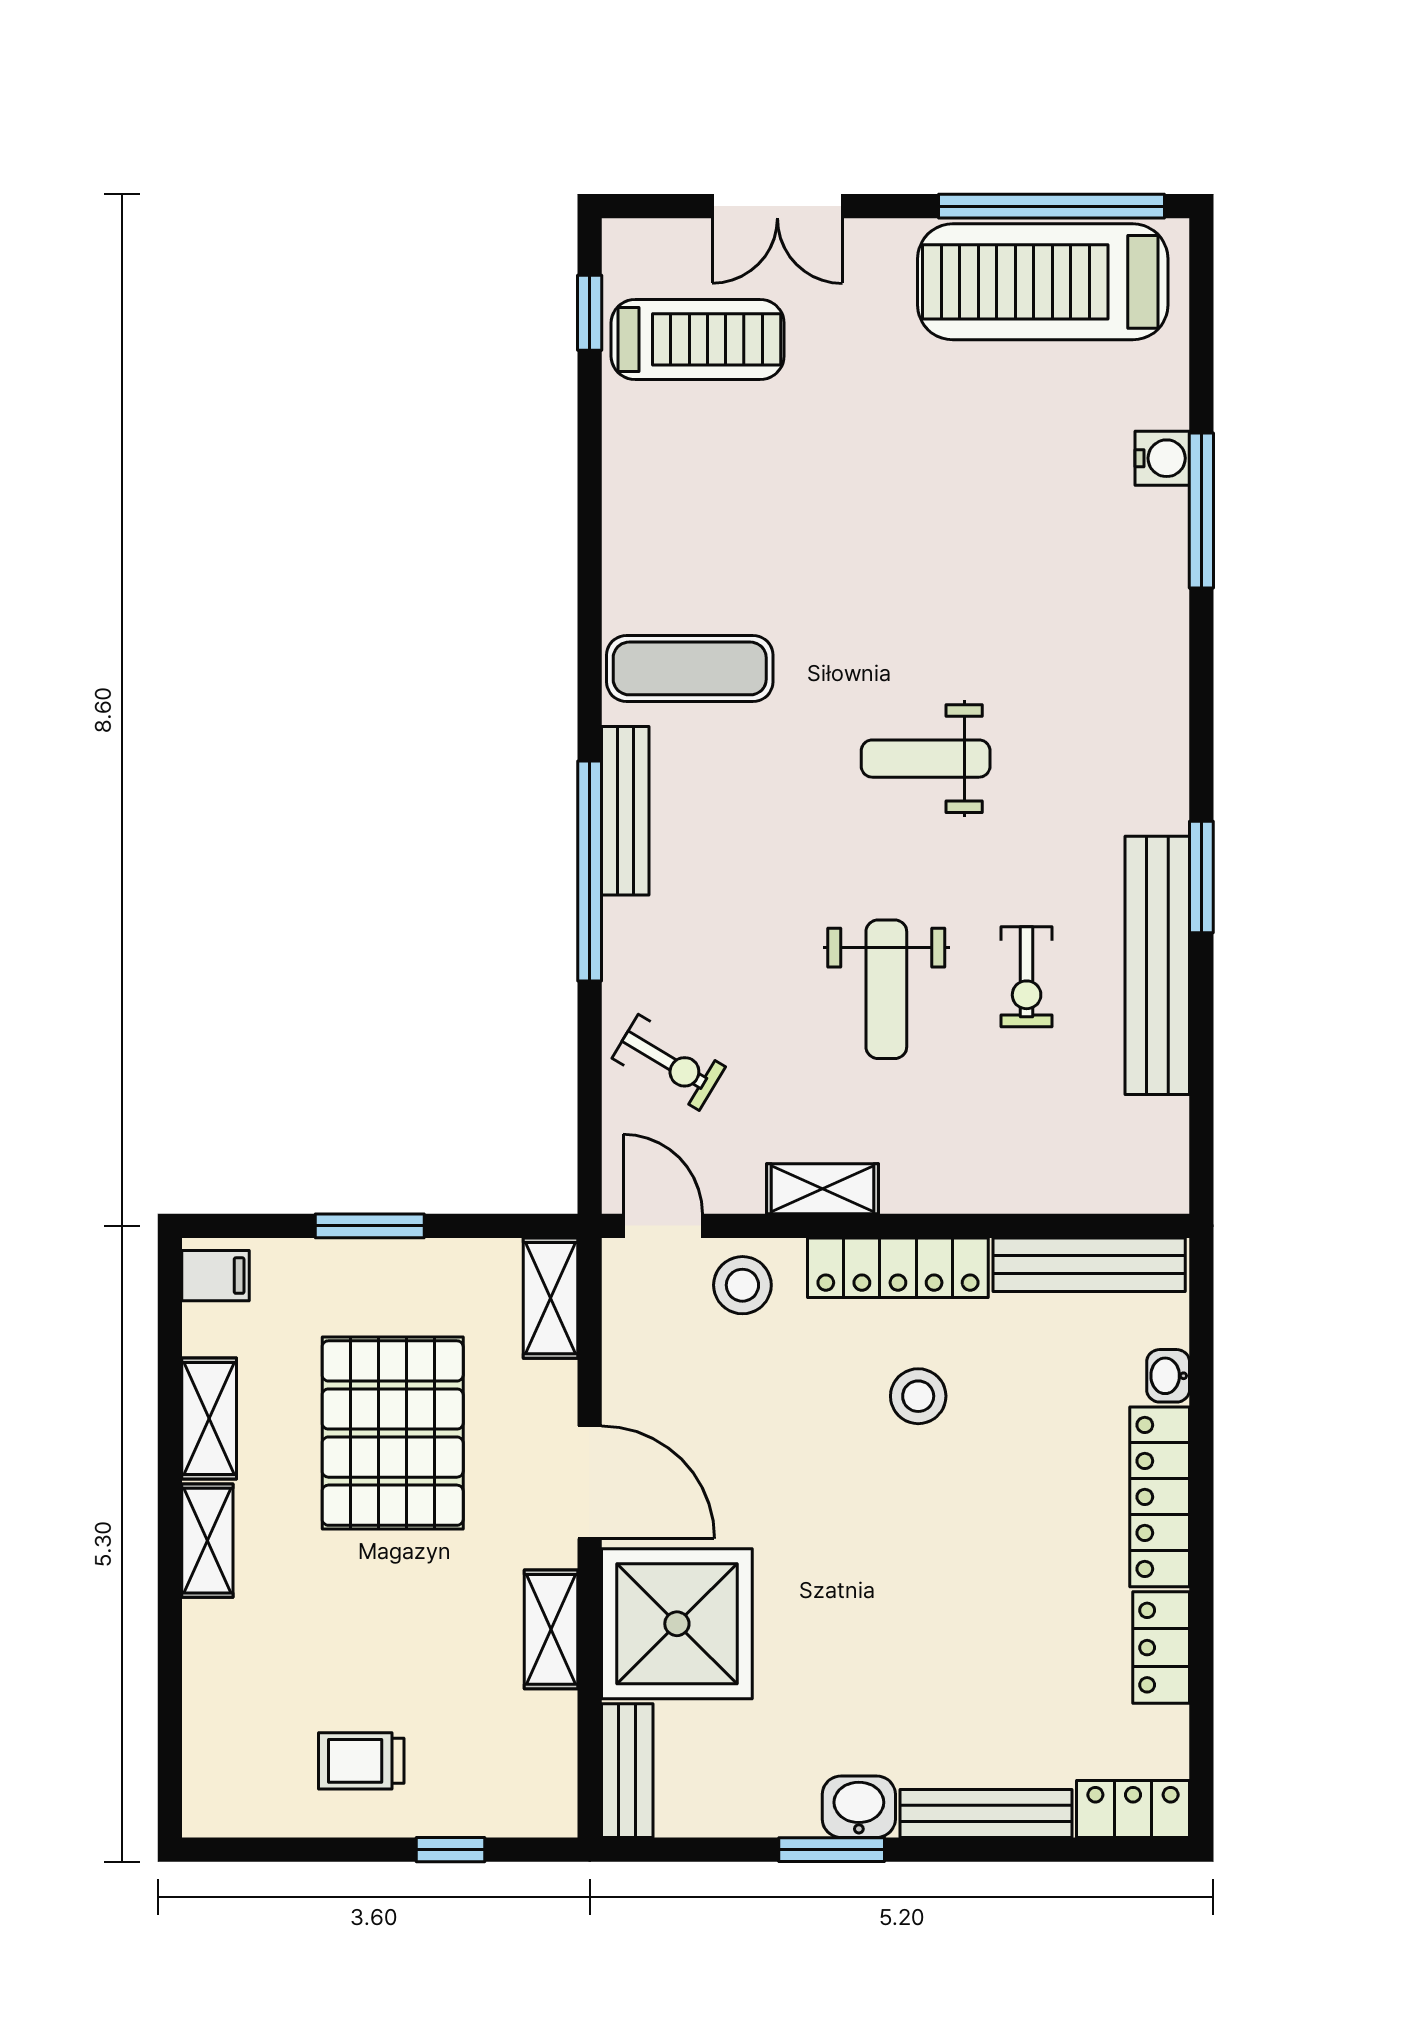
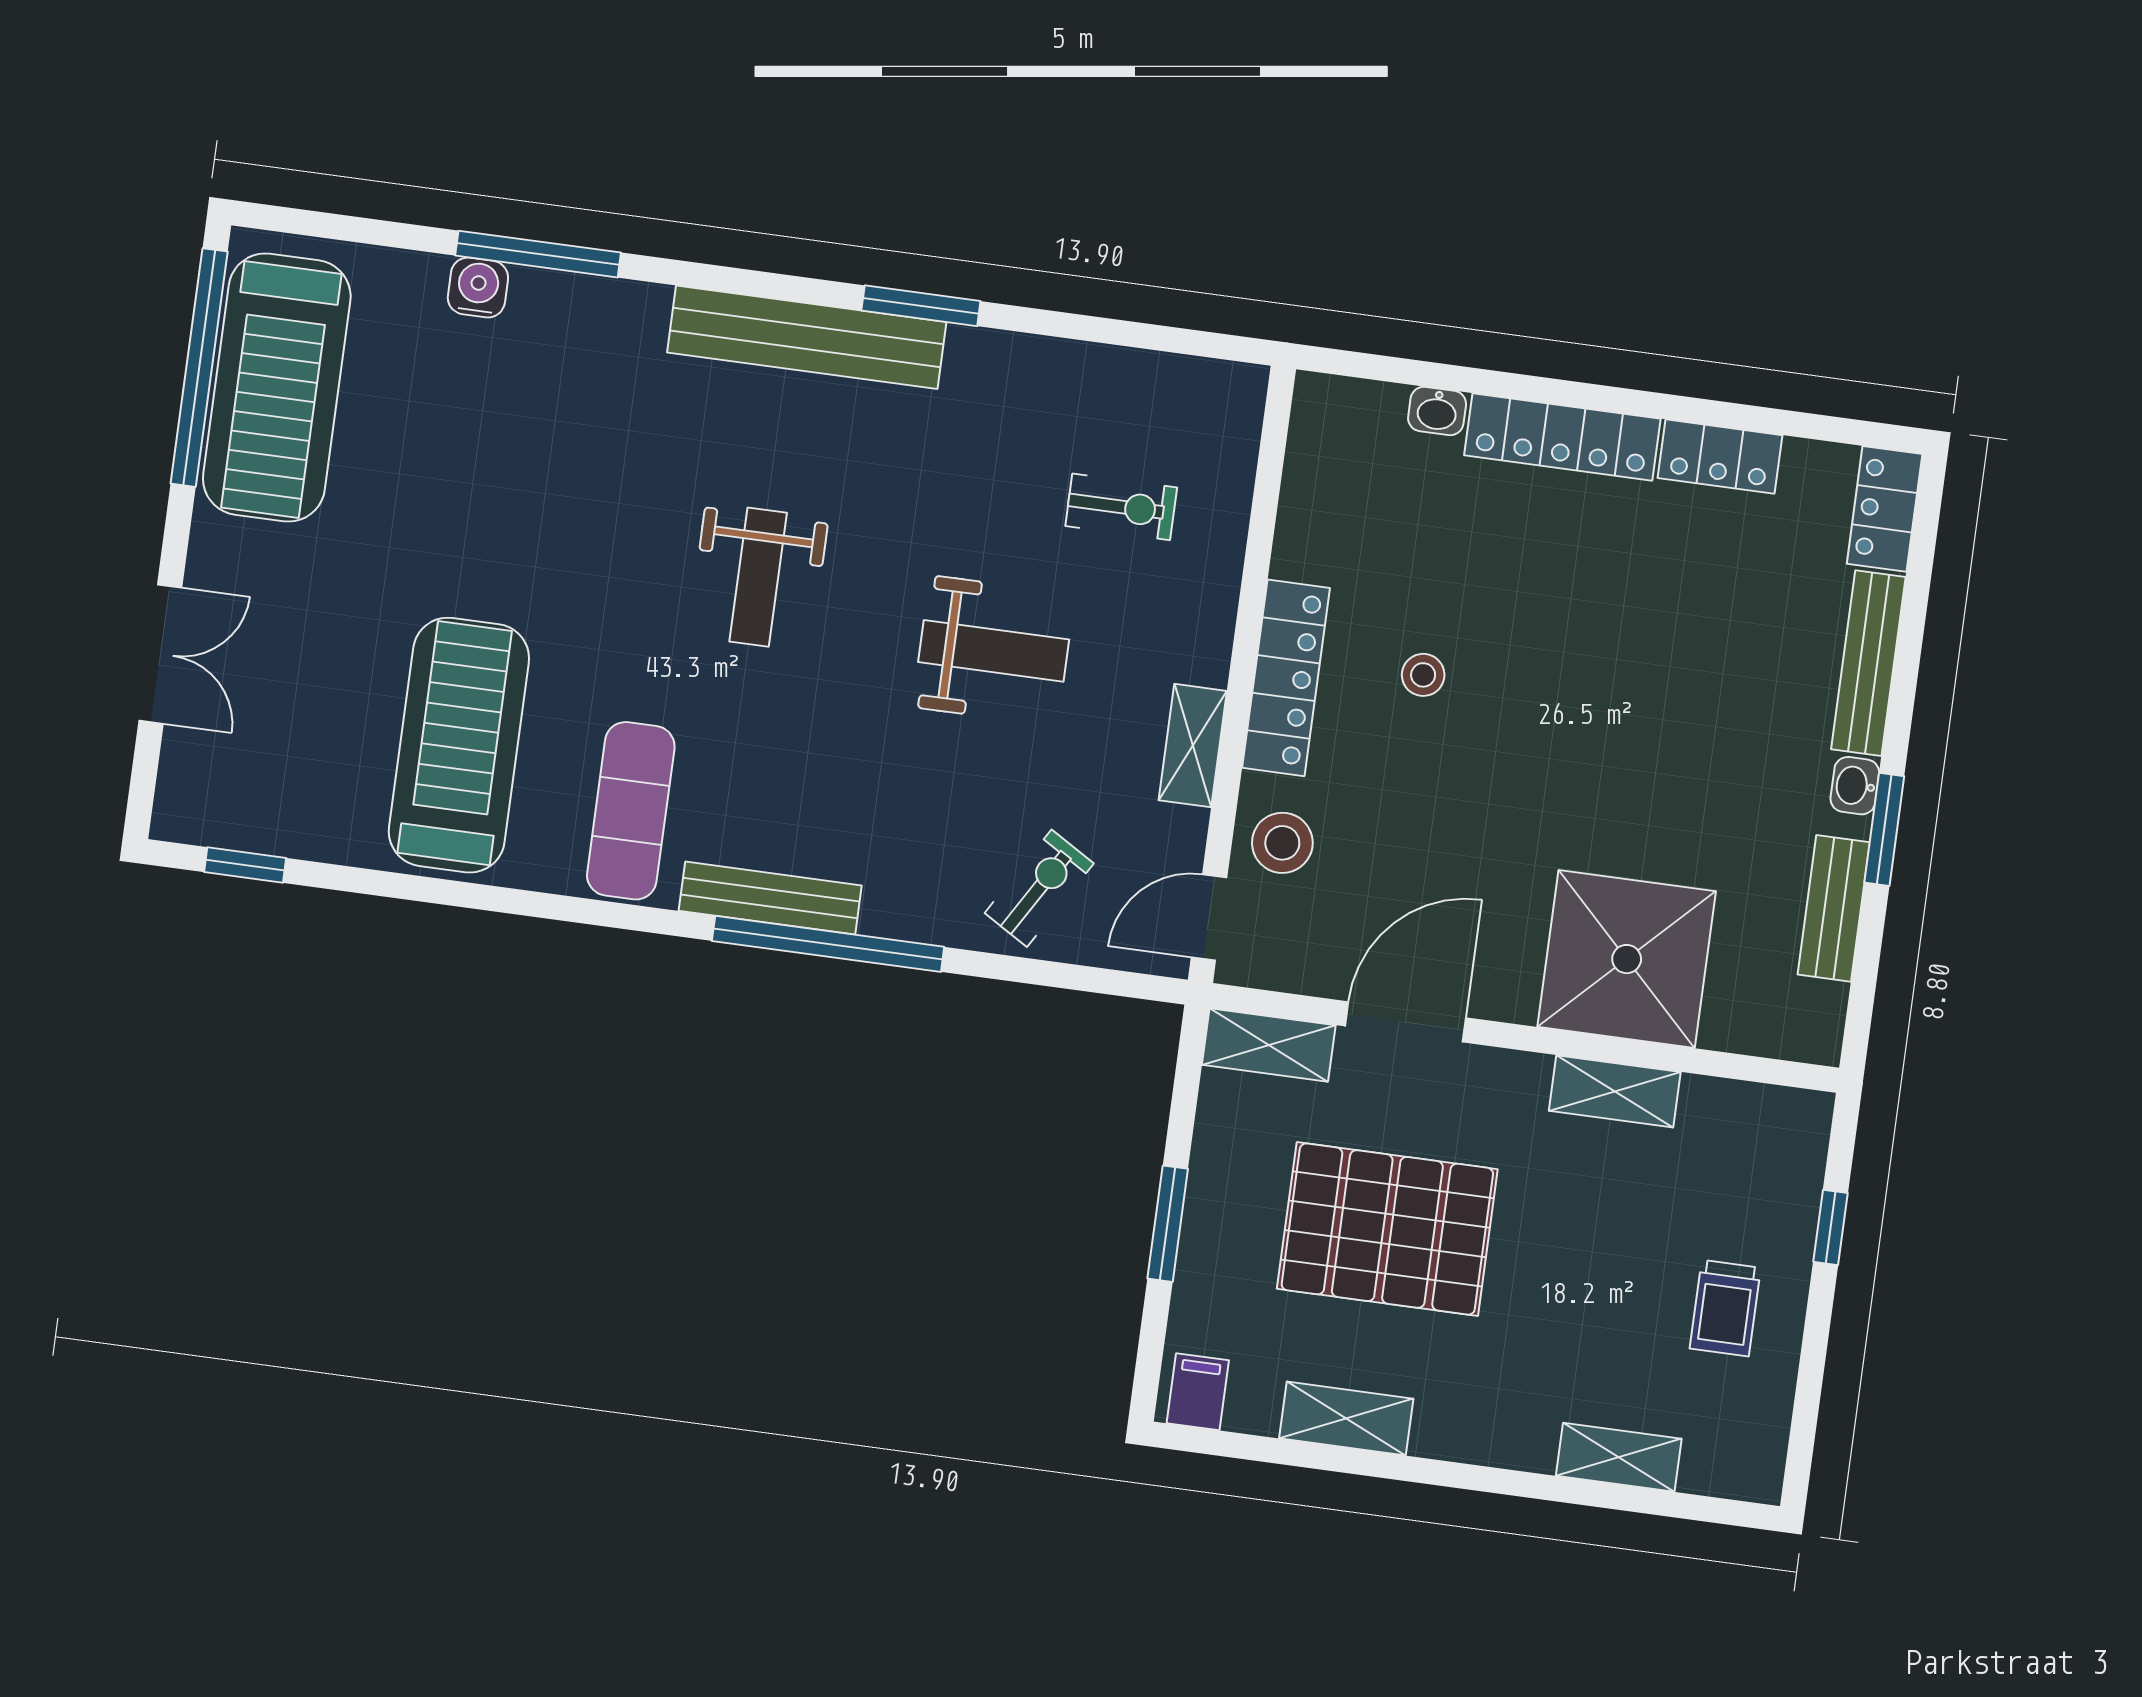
treadmill: (698, 339) -> (459, 745), moved, width x1.37, depth x1.38
bench: (1157, 965) -> (807, 337), moved
exercise bike: (1027, 977) -> (1121, 507), moved
bench: (1089, 1265) -> (1310, 478), removed
stool: (918, 1396) -> (1423, 675), width x0.73, depth x0.73
door: (590, 1482) -> (1406, 1022), moved
shelving: (207, 1541) -> (1619, 1457), moved
bench: (627, 1771) -> (1834, 908), moved, turned 90
washbasin: (859, 1807) -> (1855, 786), width x0.72, depth x0.69

